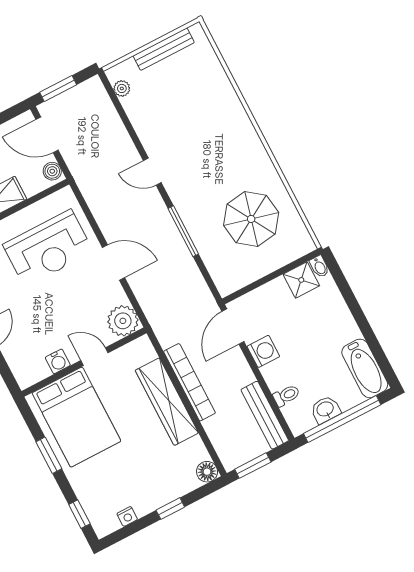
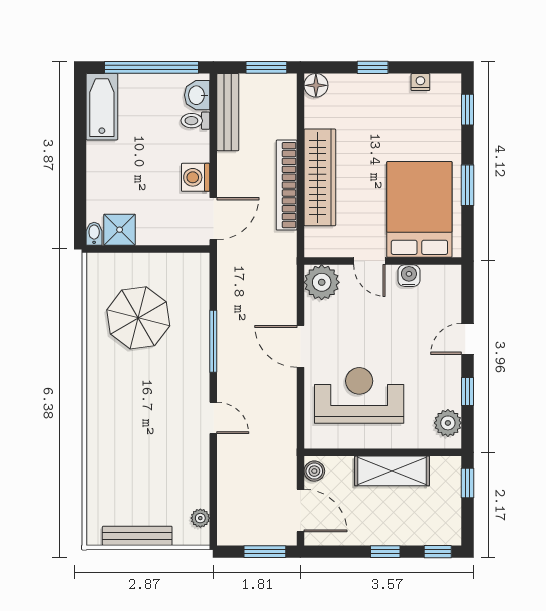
washbasin: (325, 409) -> (197, 95), moved, turned 90

